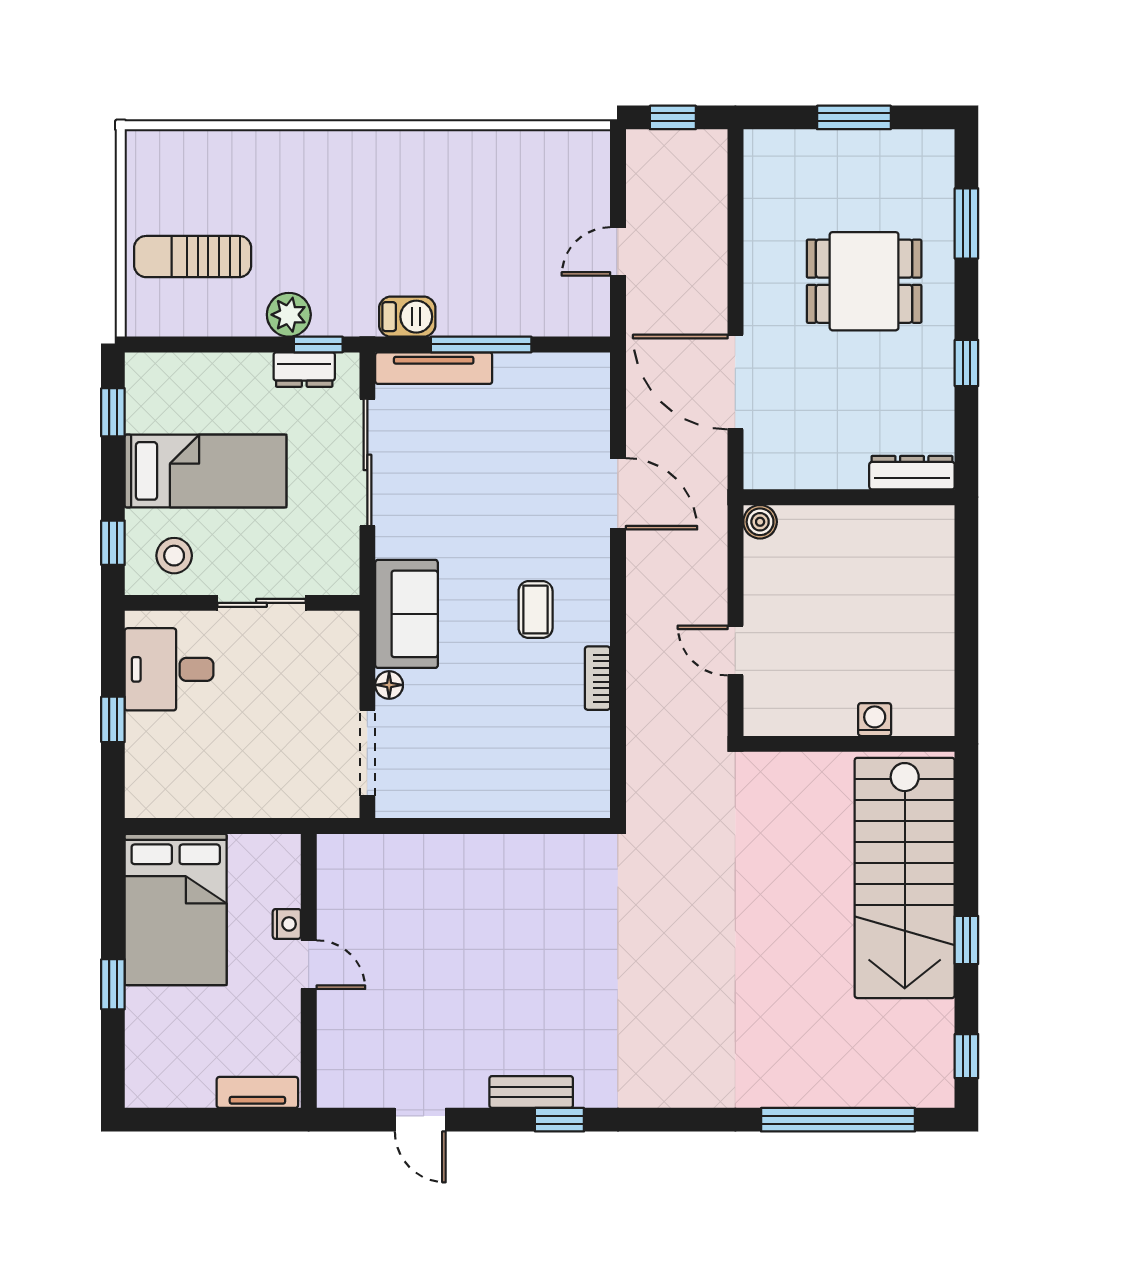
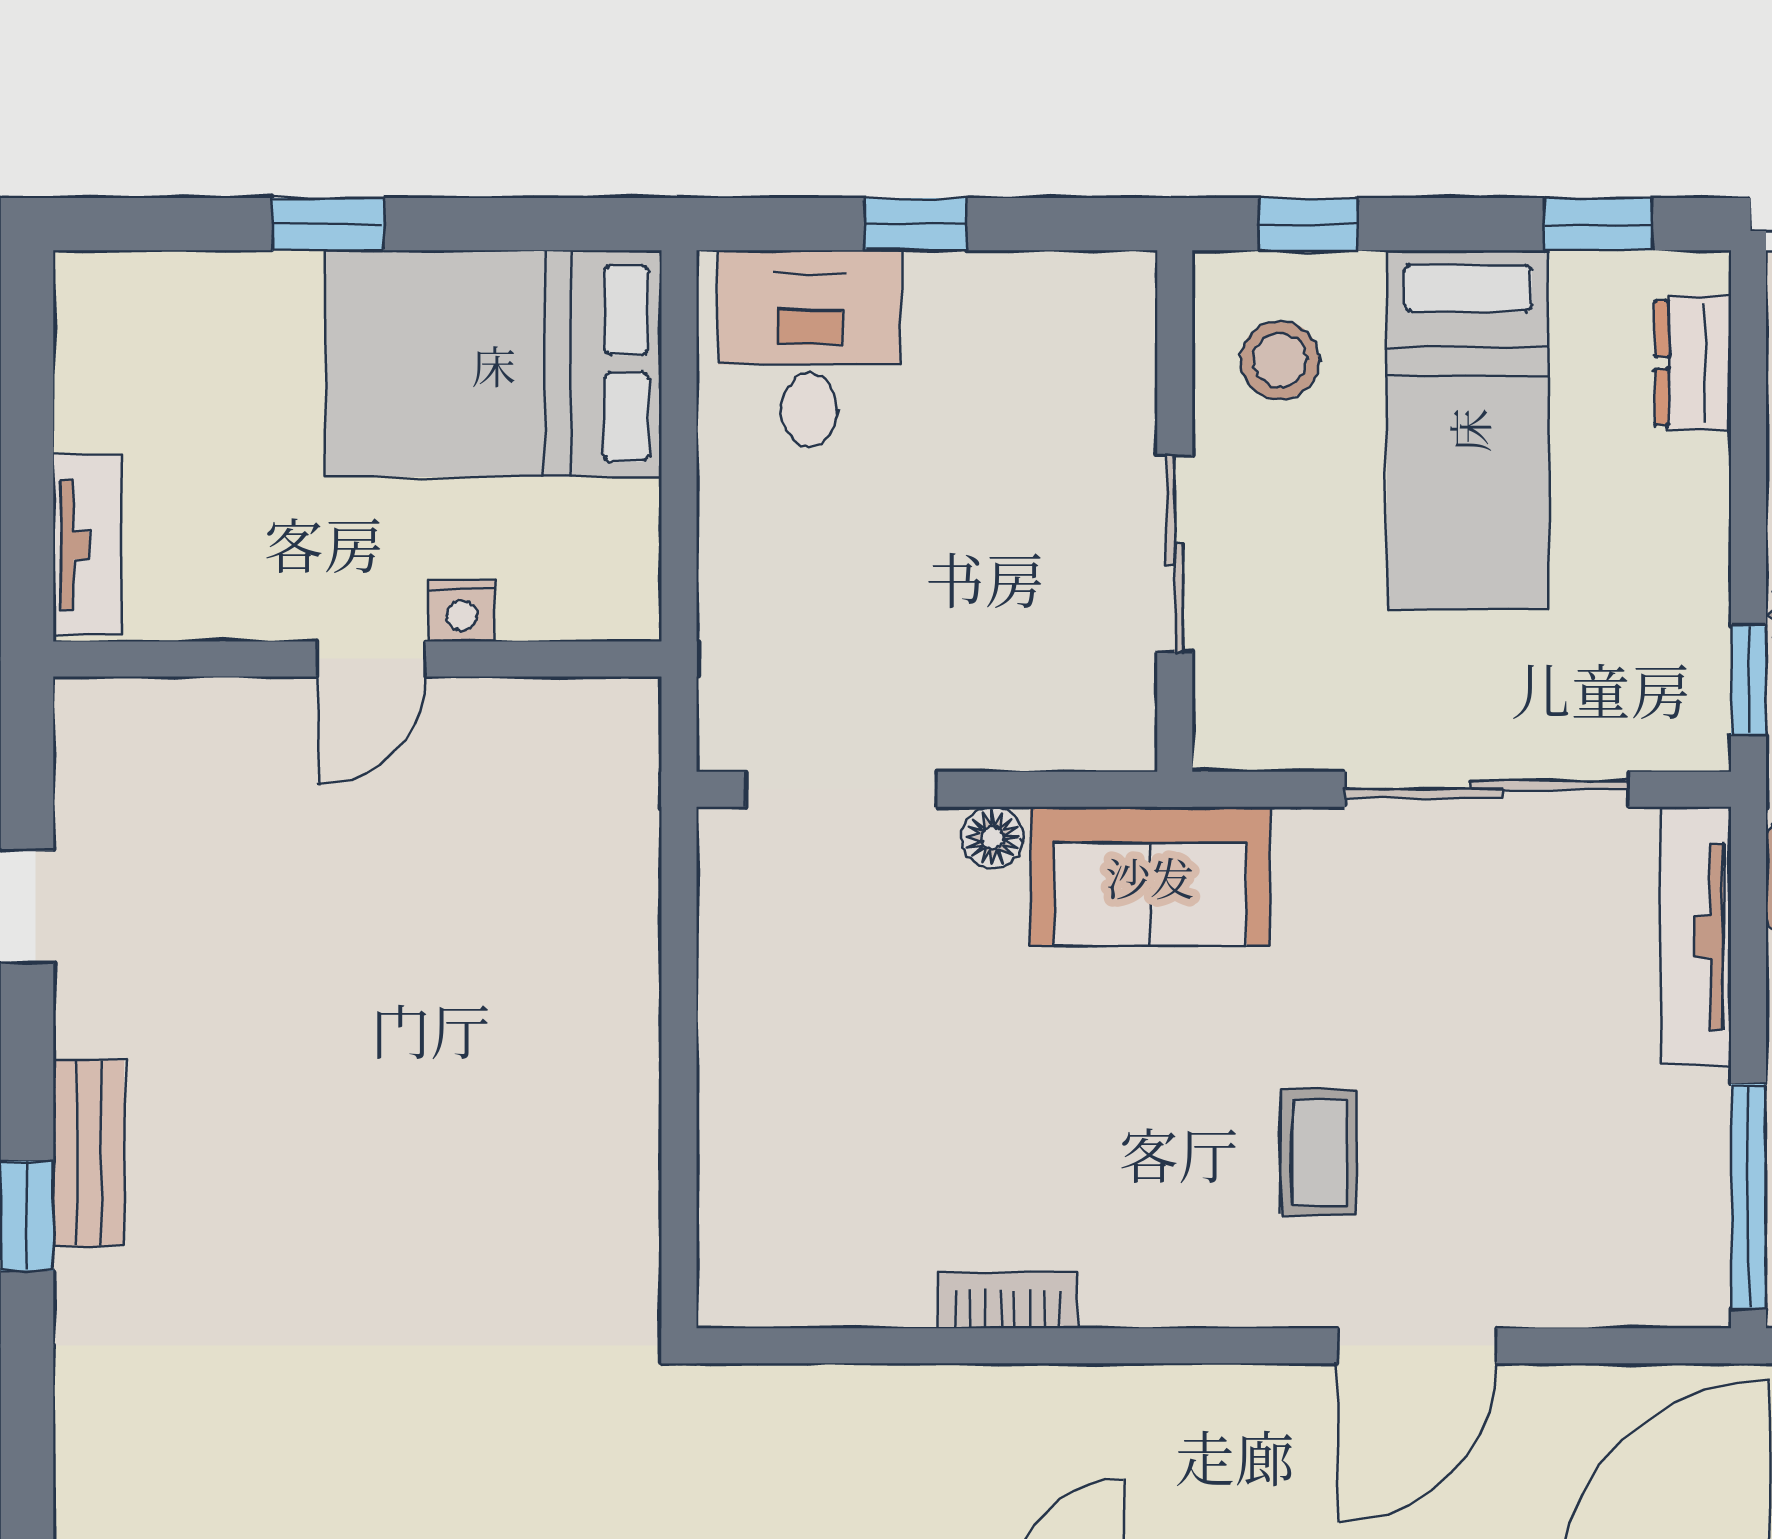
window: (481, 344) -> (1749, 1196), moved
dresser: (304, 370) -> (1693, 363), moved
coffee table: (536, 610) -> (1319, 1152), moved, turned 90
desk: (169, 669) -> (810, 349), moved

